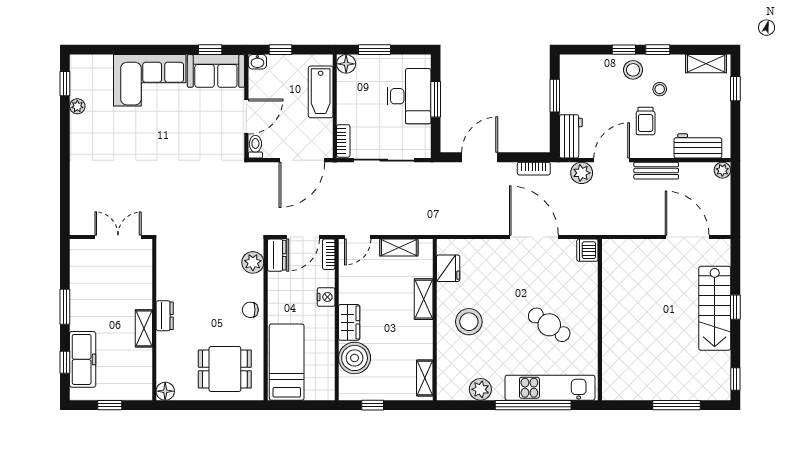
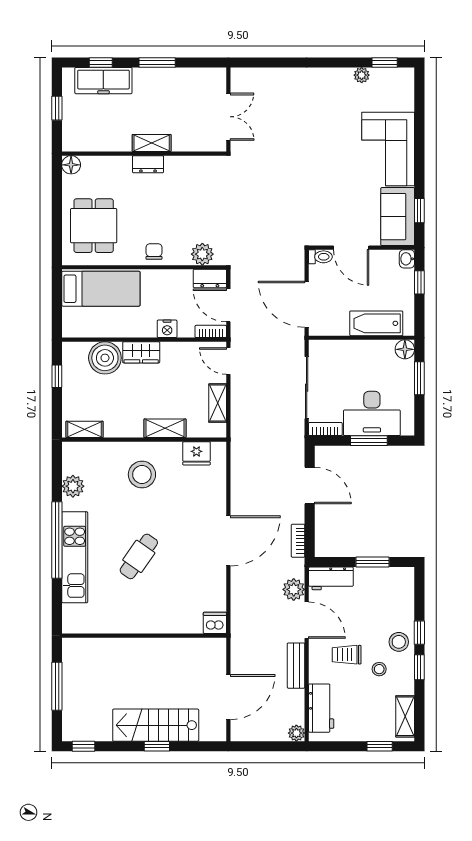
bookcase: (343, 141) -> (325, 429), moved, turned 180
dishwasher: (587, 250) -> (215, 623), moved
wall: (600, 320) -> (144, 636), moved
shelving: (144, 328) -> (152, 143), moved

